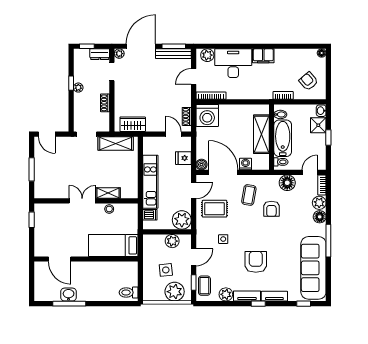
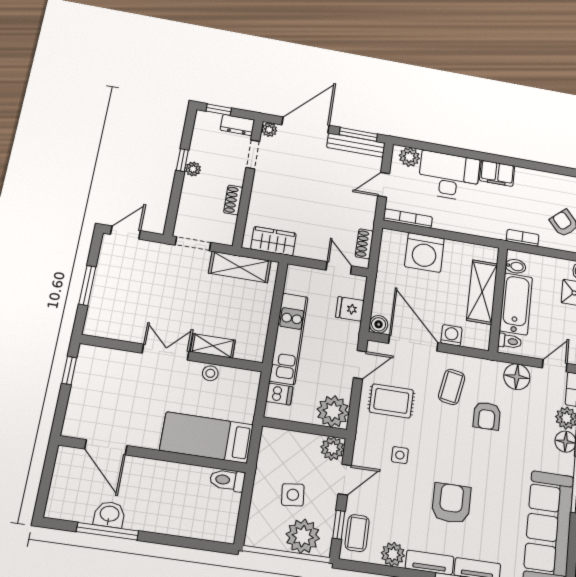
washing machine: (207, 115) -> (424, 252), moved
door: (47, 134) -> (125, 233), swing flipped
plant: (172, 241) -> (332, 448), moved
toilet: (129, 292) -> (227, 480), moved

